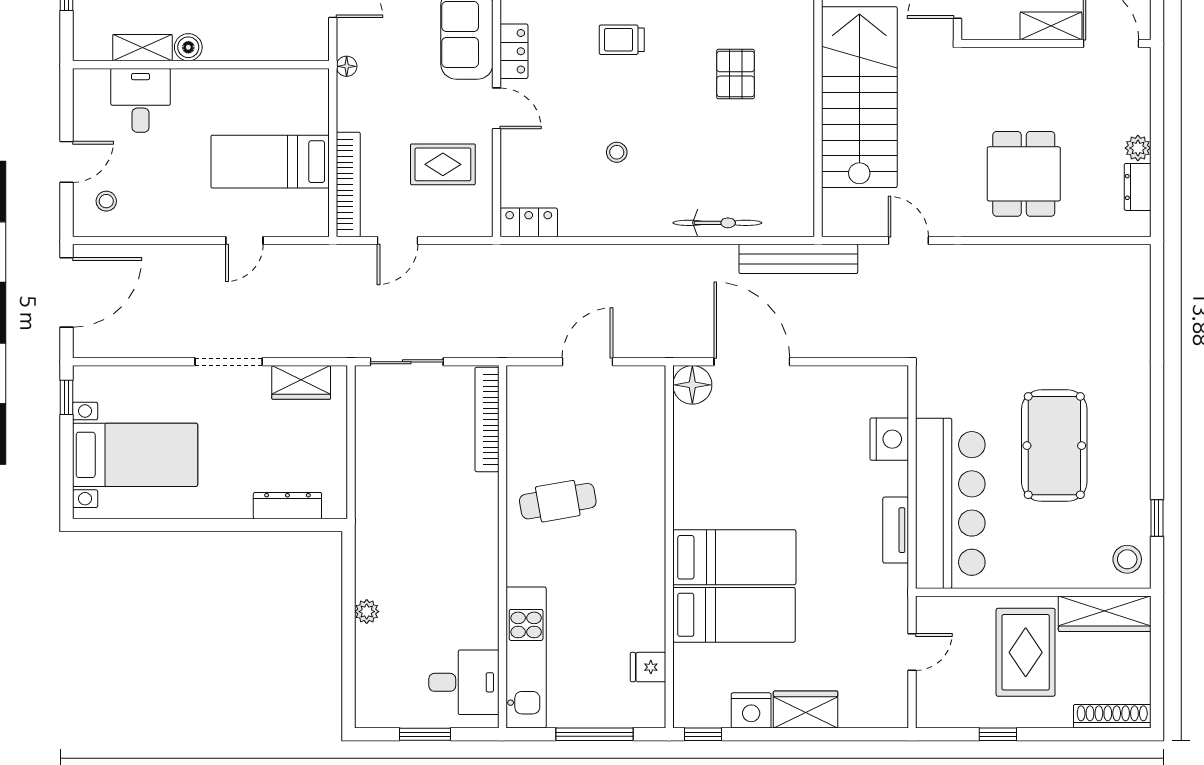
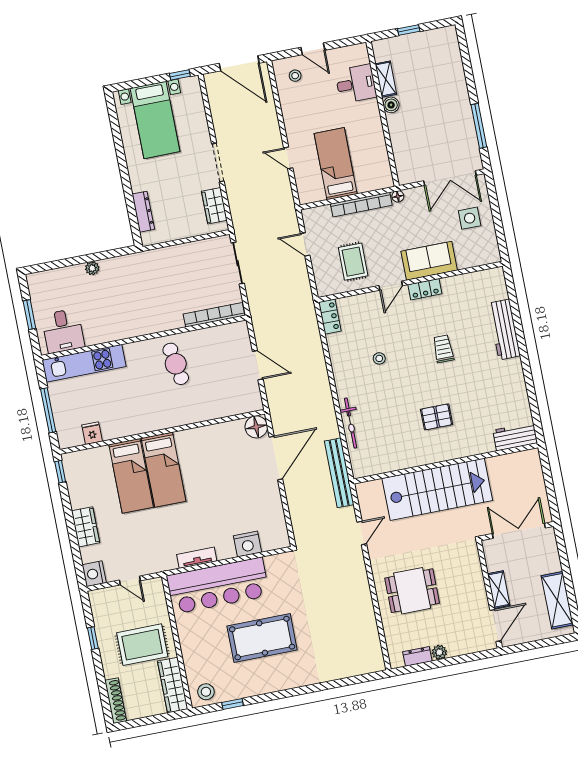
bookcase: (348, 184) -> (361, 205), moved
nightstand: (751, 710) -> (94, 574), moved

